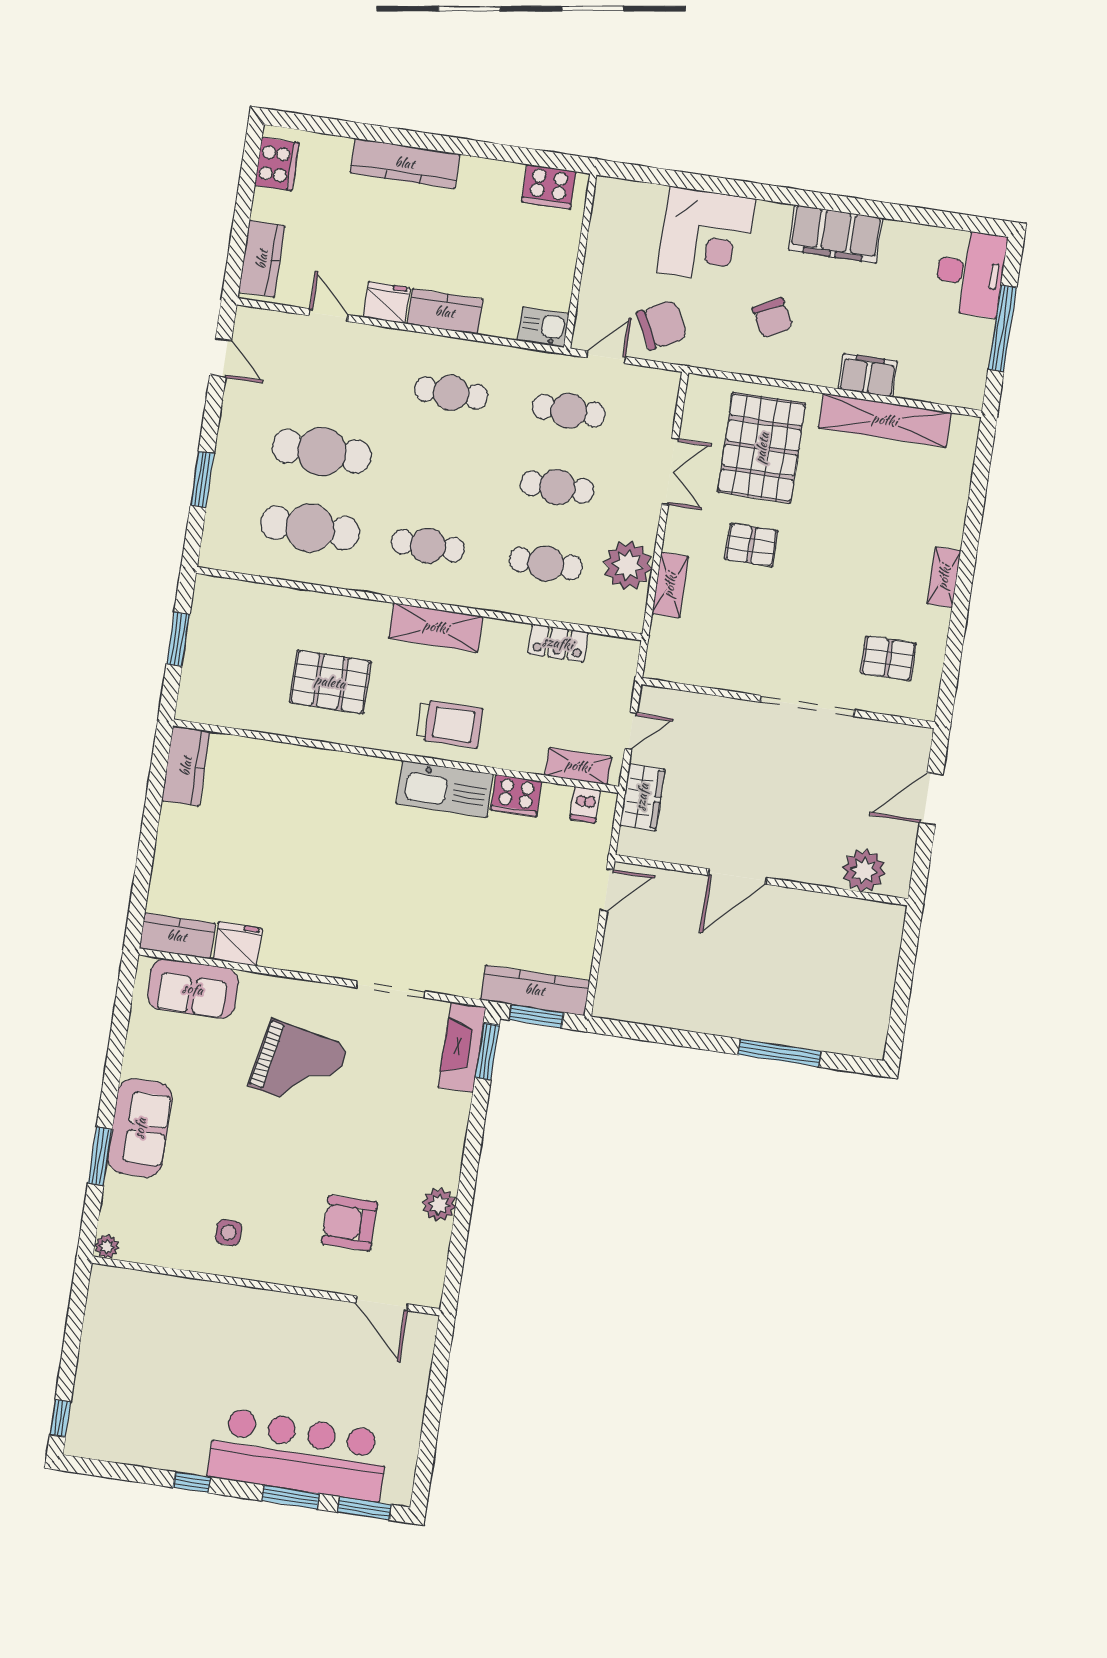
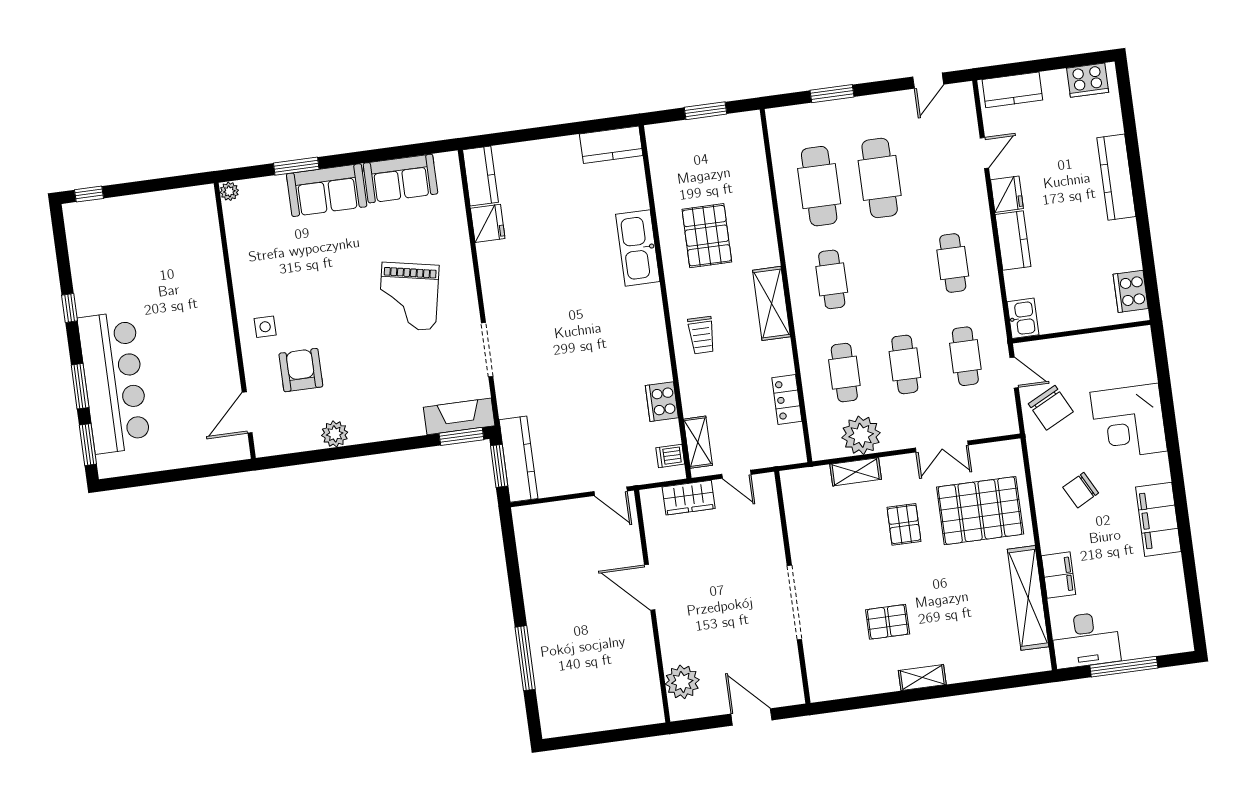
desk: (970, 273) -> (1086, 640), moved
pallet: (888, 658) -> (888, 622), moved, turned 90
trolley: (449, 724) -> (701, 335), width x0.73, depth x0.72
kitchen sink: (445, 789) -> (638, 248), moved
sofa: (193, 989) -> (400, 179), moved, turned -90
side table: (229, 1232) -> (265, 327), moved

